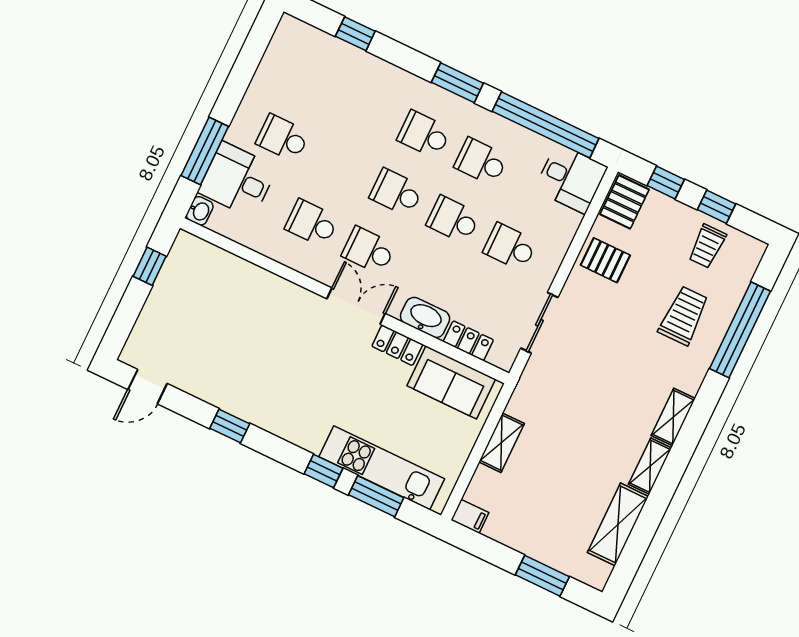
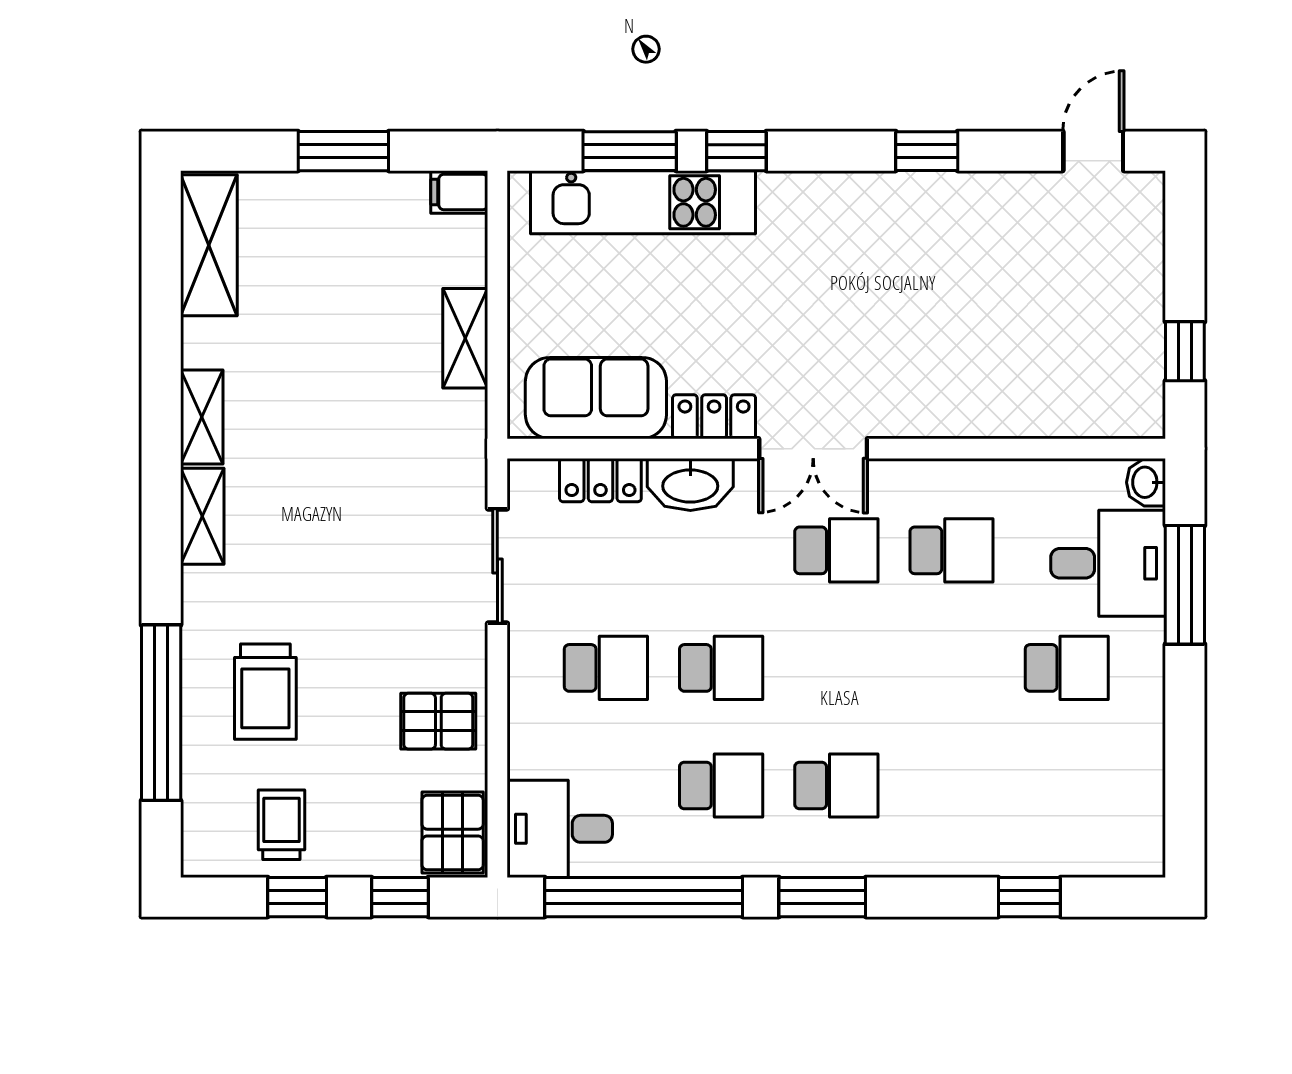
school desk: (396, 192) -> (836, 668), removed
shelving: (618, 524) -> (209, 245), moved
window: (542, 576) -> (343, 151), moved

